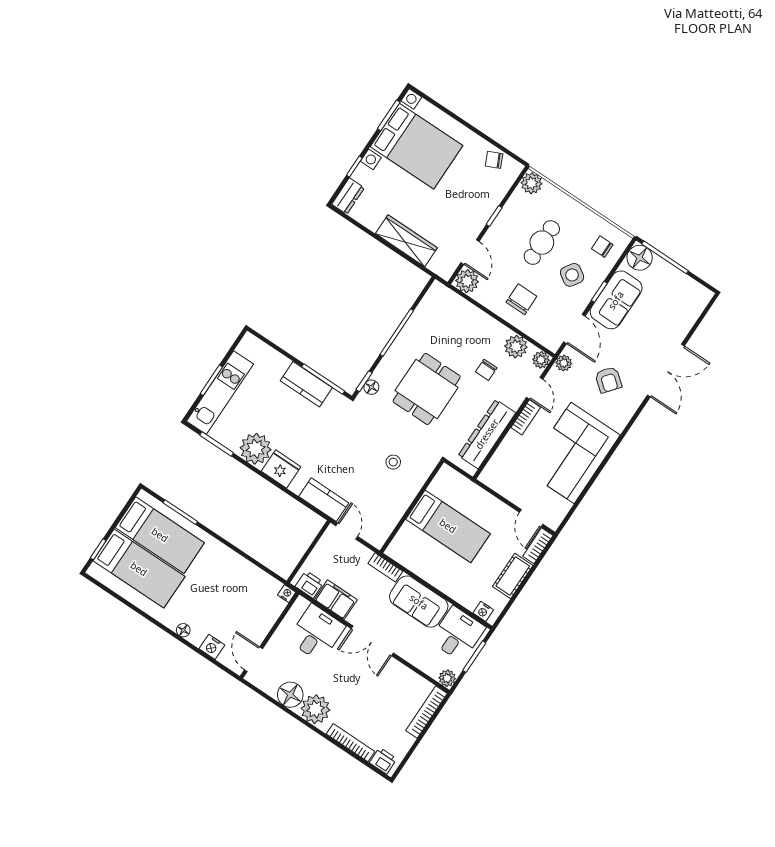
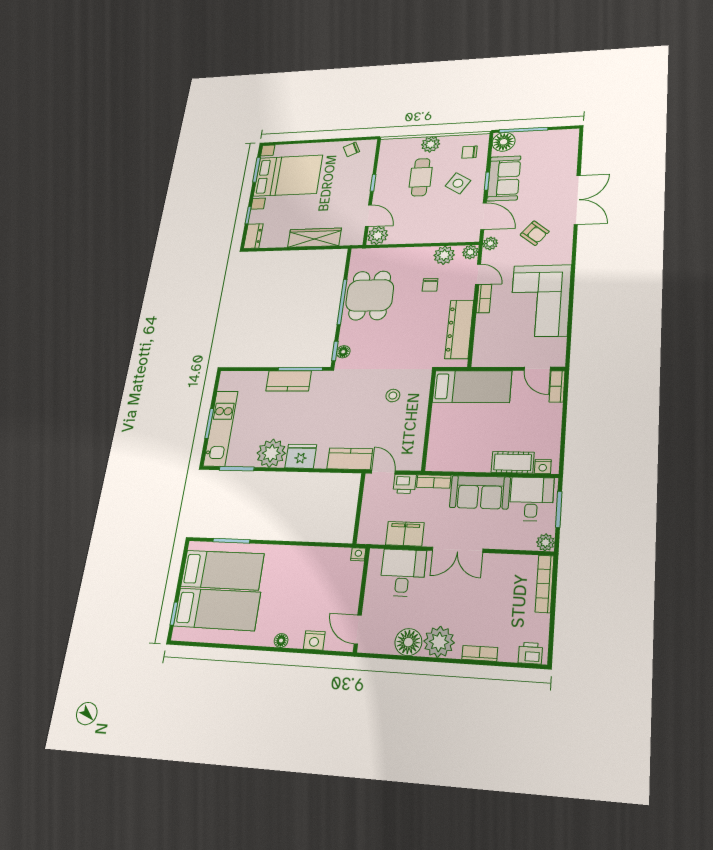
plant: (531, 183) -> (431, 144), moved
chair: (521, 299) -> (428, 222), removed
dining table: (427, 389) -> (370, 295), moved
bed: (448, 526) -> (472, 386), moved
cot: (513, 576) -> (513, 462), moved, turned 90
printer: (309, 584) -> (405, 484), moved, turned 180
bookcase: (351, 743) -> (480, 653), width x0.64

